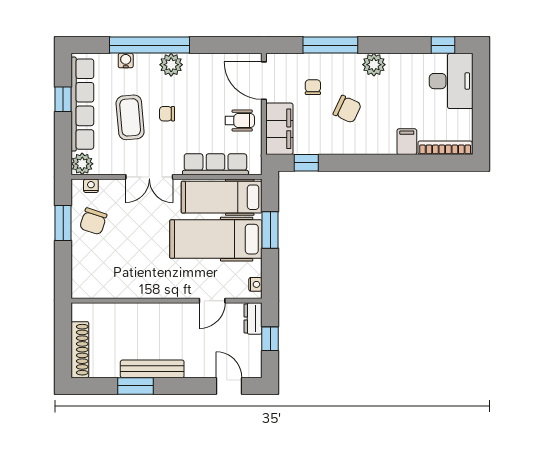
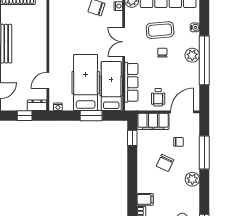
window: (150, 45) -> (204, 60), moved
door: (212, 301) -> (48, 80), hinge flipped

